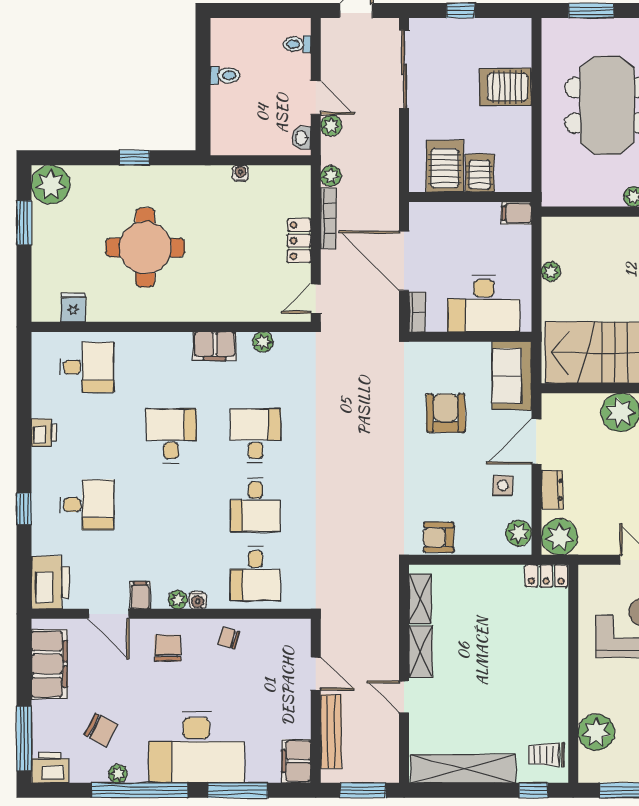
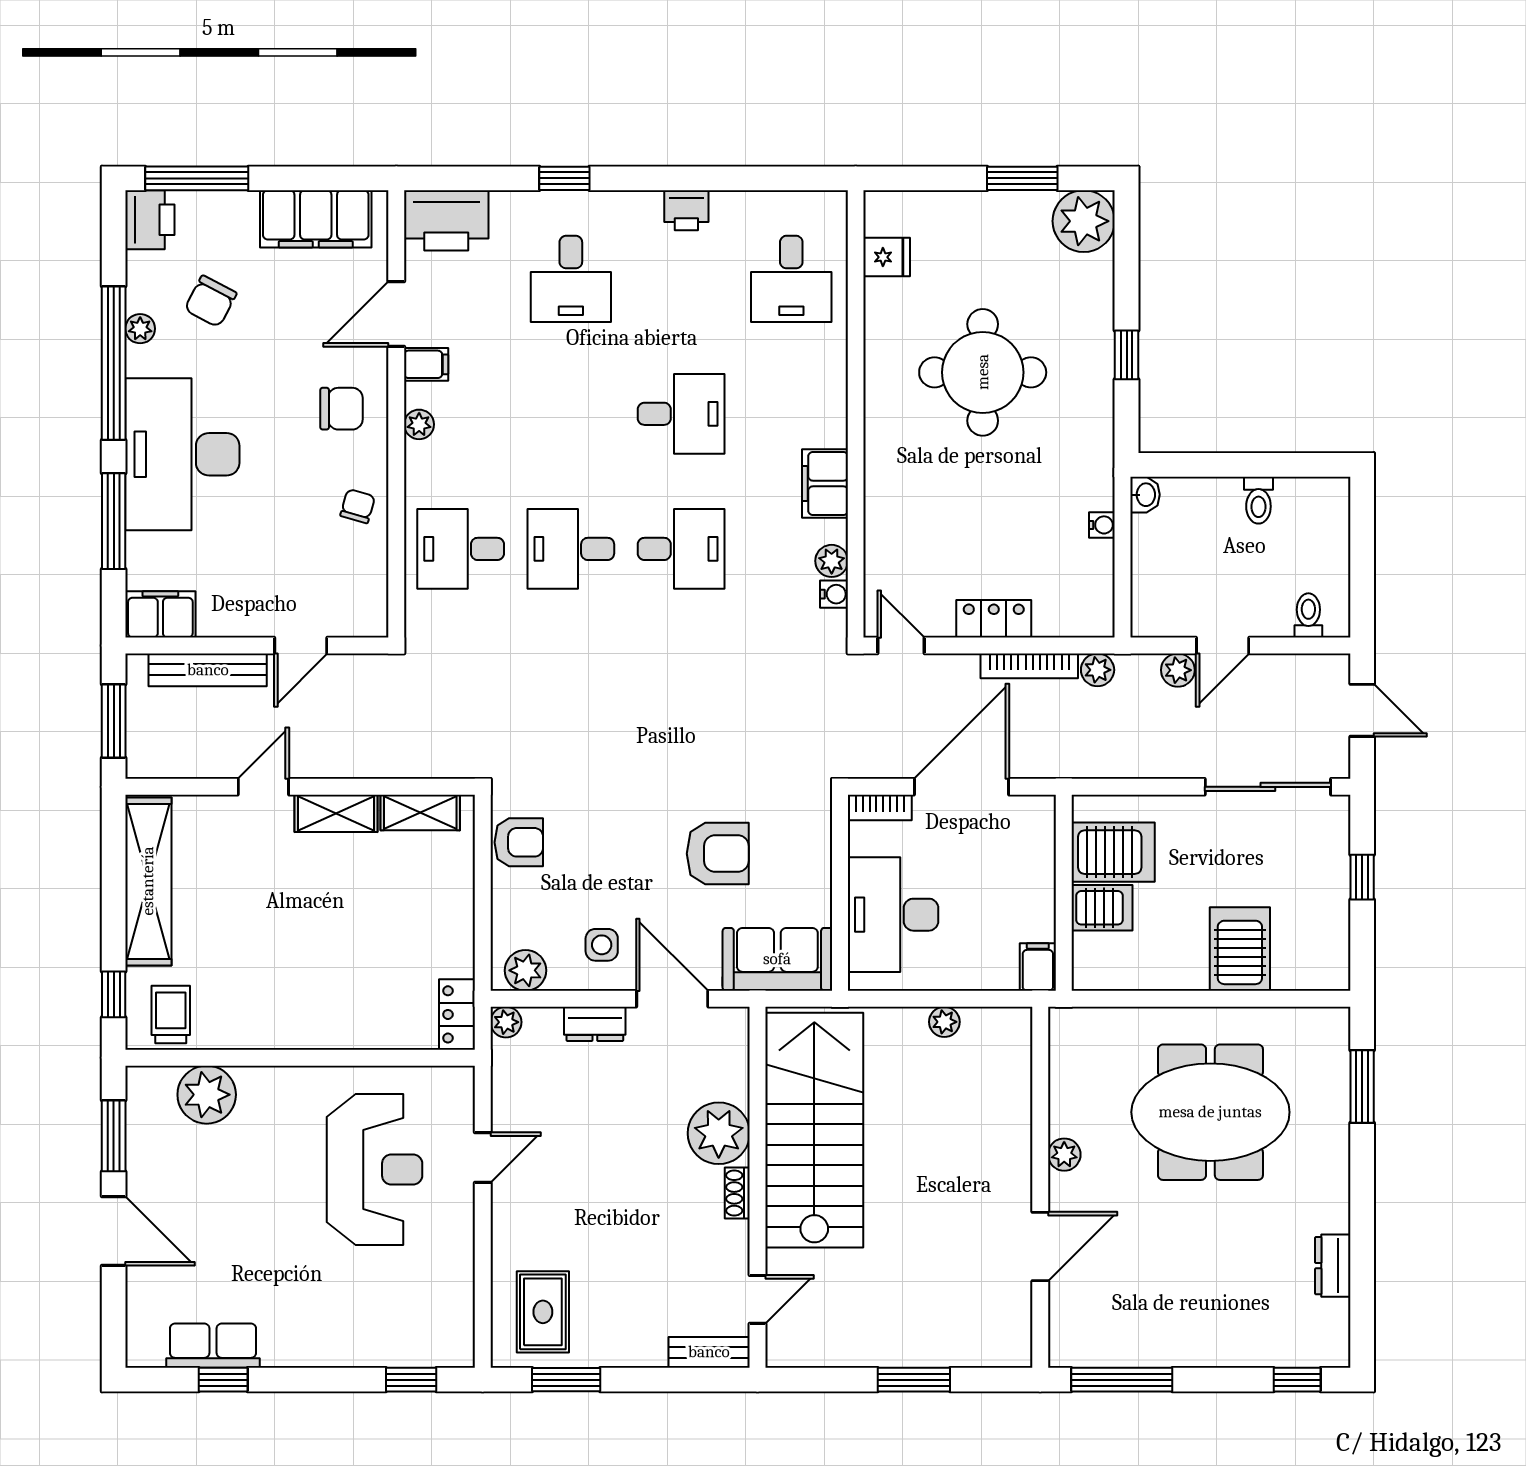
washbasin: (302, 138) -> (1145, 495), moved, turned 90
armchair: (439, 537) -> (519, 842), turned 90
plant: (559, 537) -> (506, 1022), width x0.53, depth x0.53
water cooler: (198, 600) -> (834, 594), moved, turned 180

